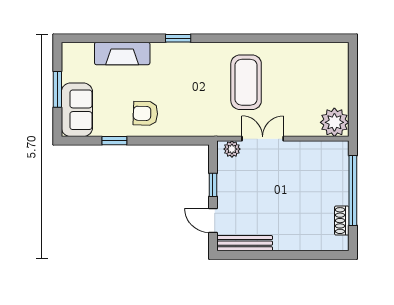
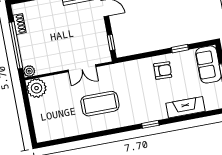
coffee table: (246, 82) -> (100, 104), turned 90
plant: (232, 149) -> (29, 71), moved
window: (213, 185) -> (111, 43), moved

